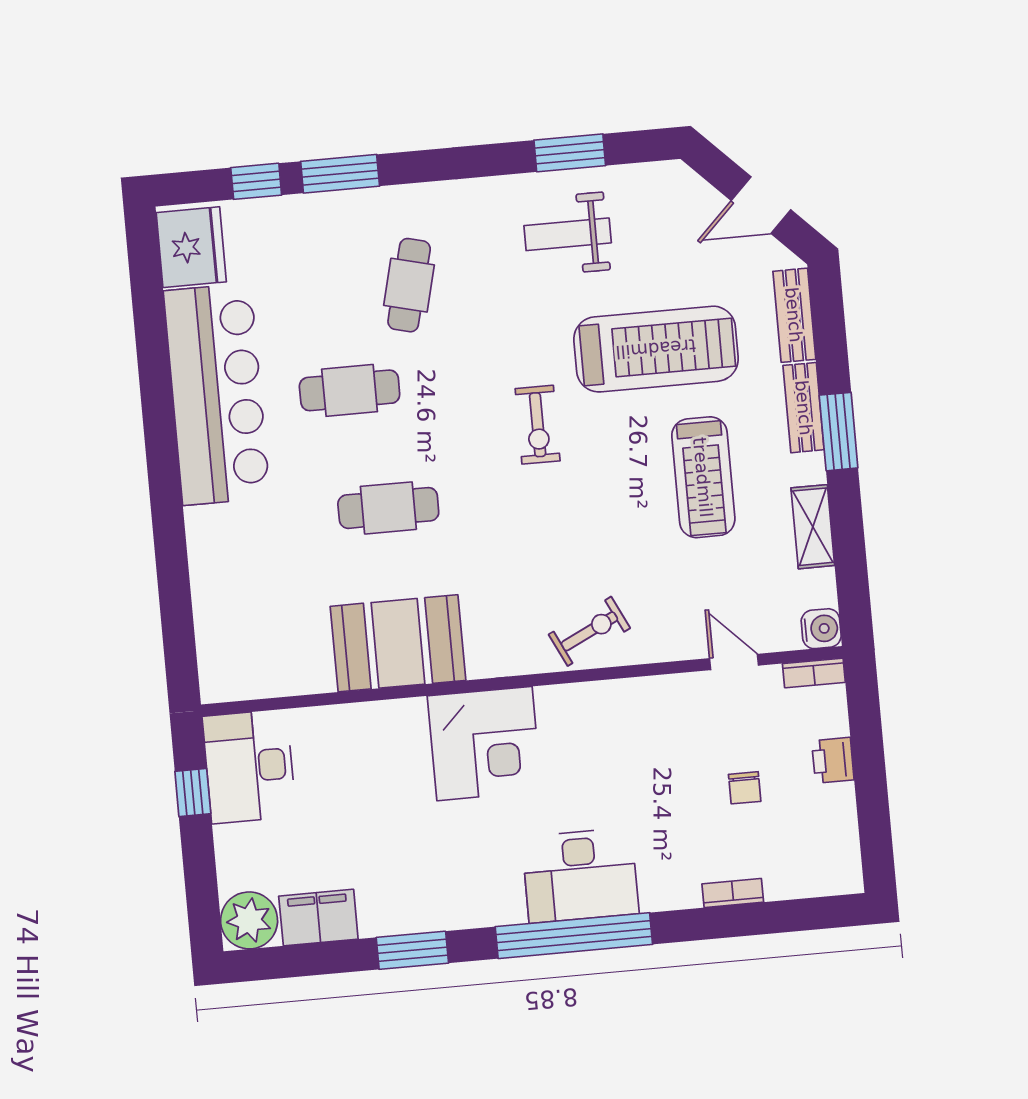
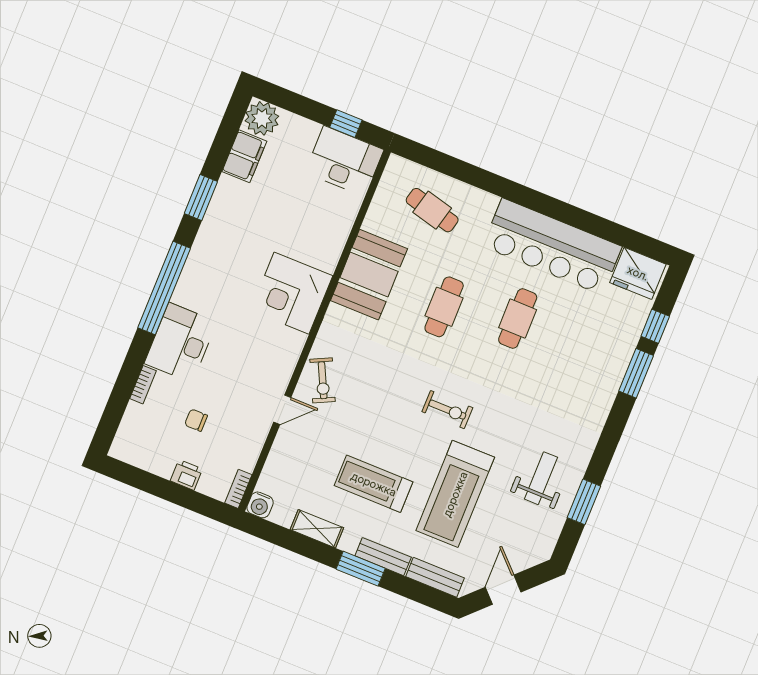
cafe table: (409, 285) -> (432, 210), moved
exercise bike: (538, 425) -> (447, 410), turned 180
door: (734, 662) -> (282, 410), moved
desk: (580, 875) -> (181, 343), moved

